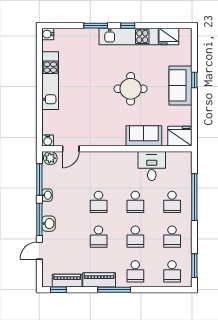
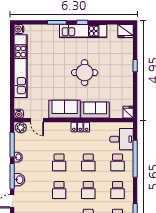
fridge: (169, 37) -> (125, 31), moved
kitchen unit: (50, 81) -> (21, 66), width x1.36
sofa: (180, 85) -> (65, 109), moved, turned 90
fridge: (180, 136) -> (128, 112), width x0.53, depth x0.75
door: (71, 149) -> (37, 120), hinge flipped
locker: (125, 157) -> (80, 127), added
desk: (152, 166) -> (122, 139), moved, turned 90

